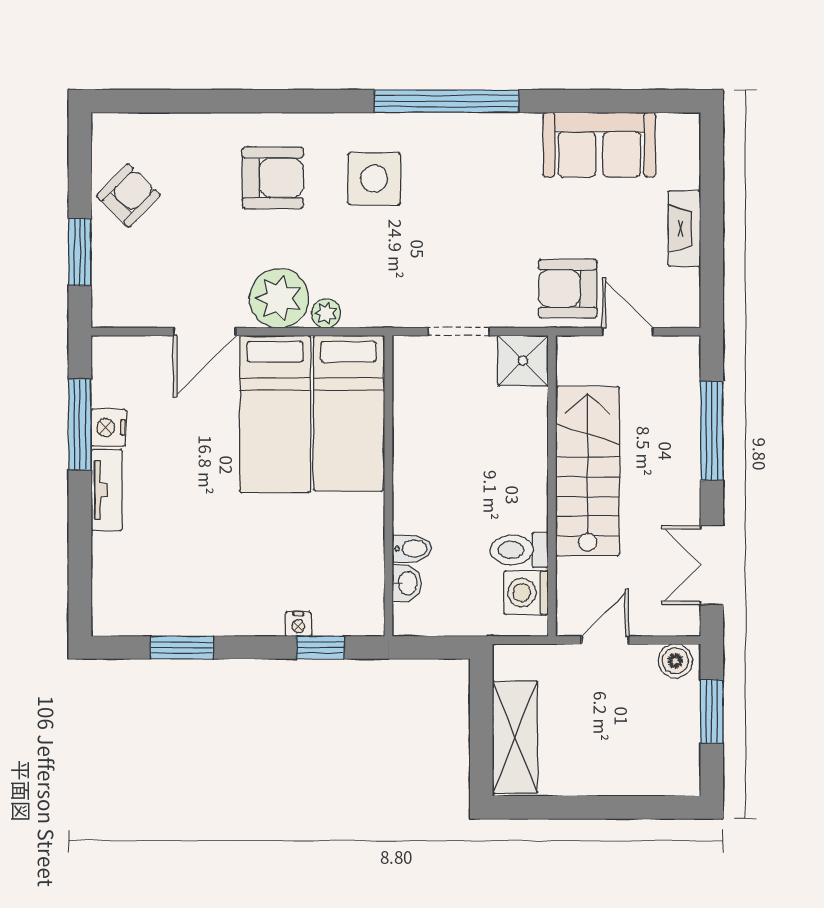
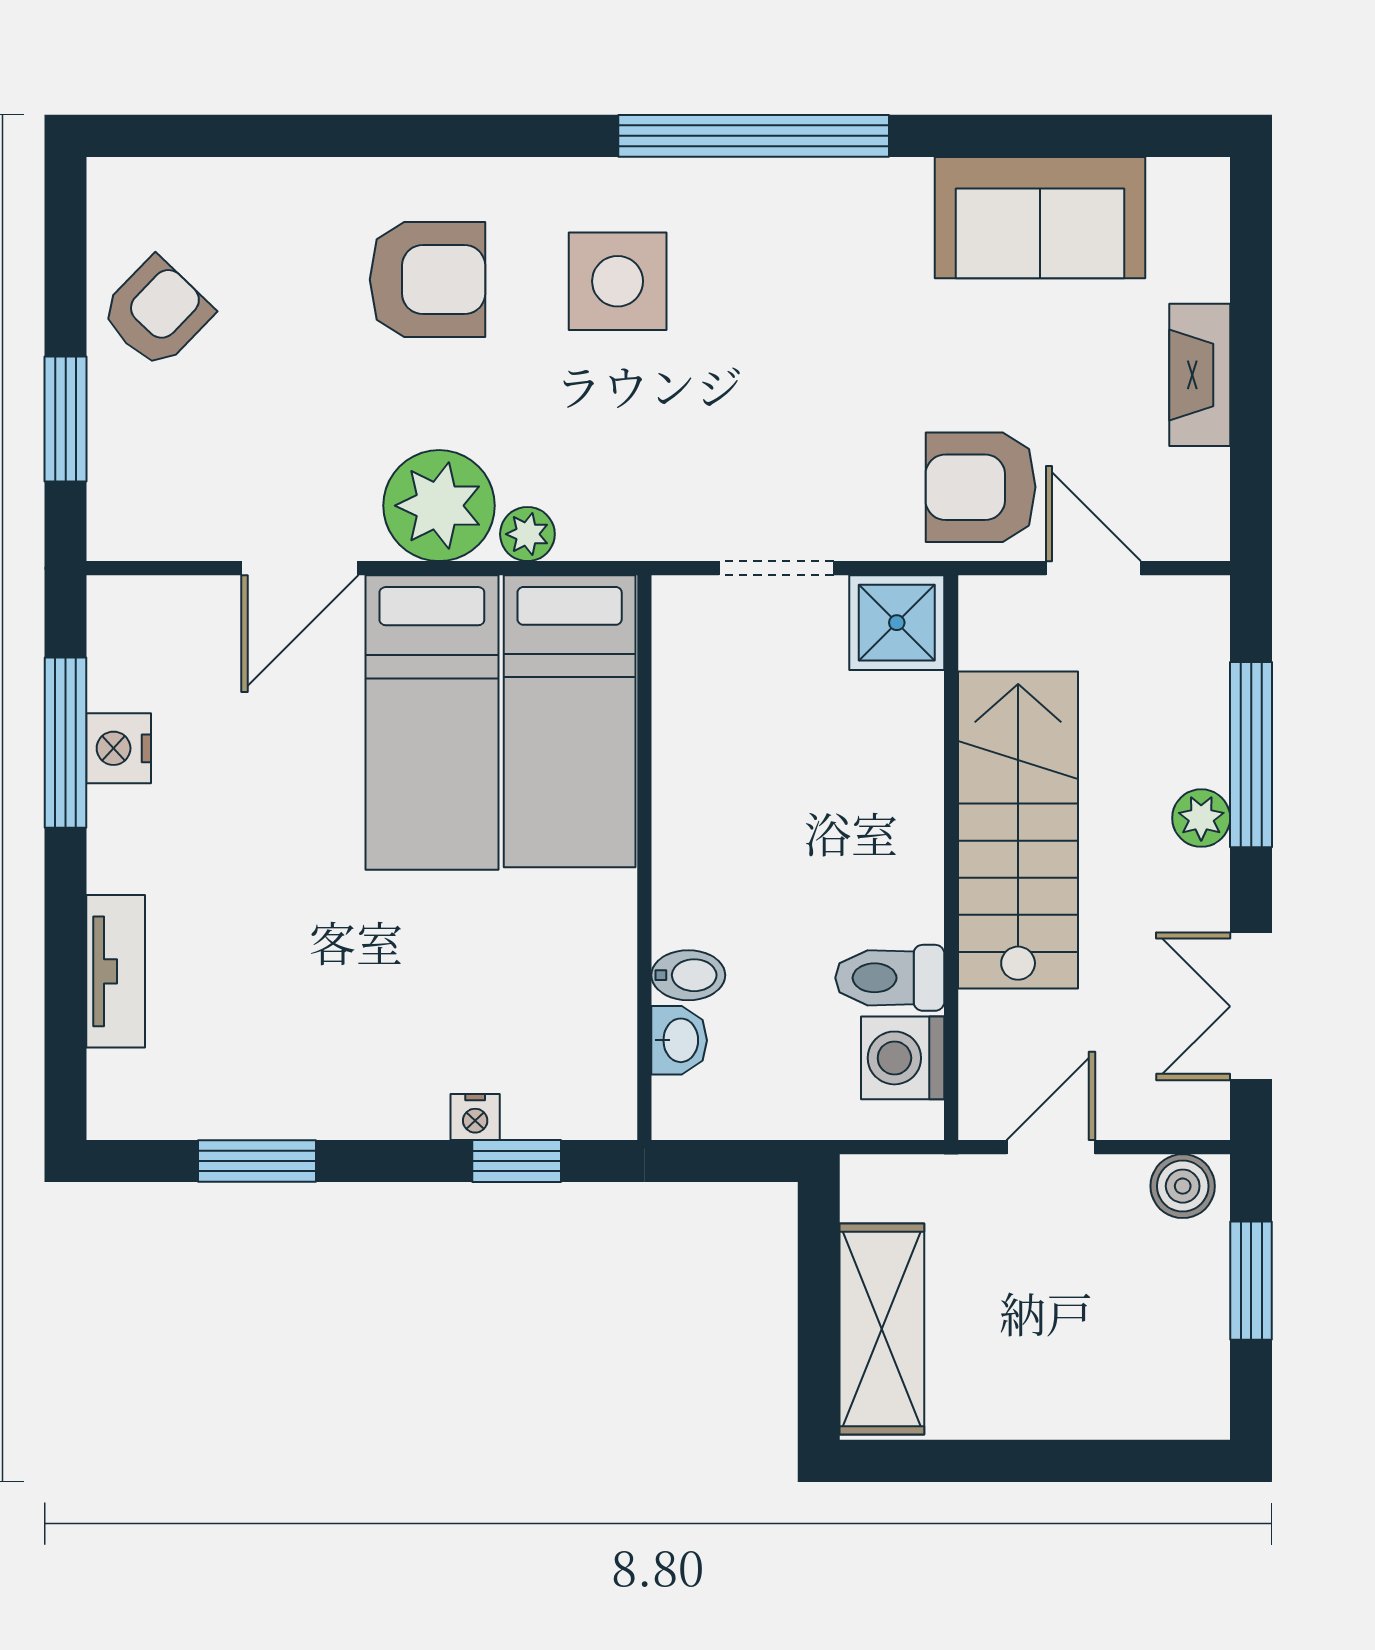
plant: (685, 465) -> (1201, 818), added
tv unit: (107, 490) -> (116, 971), moved

